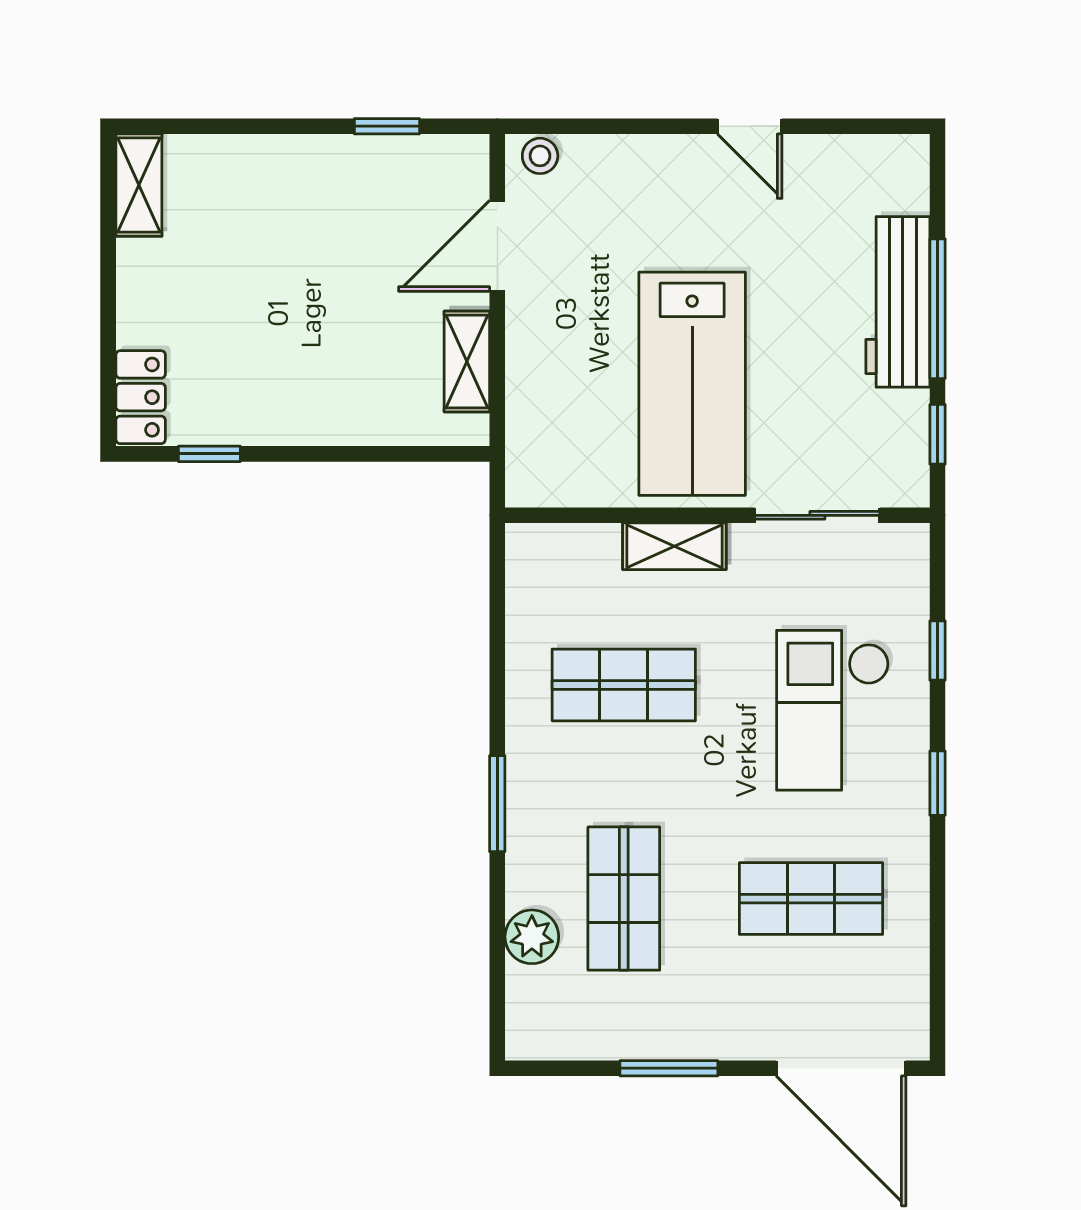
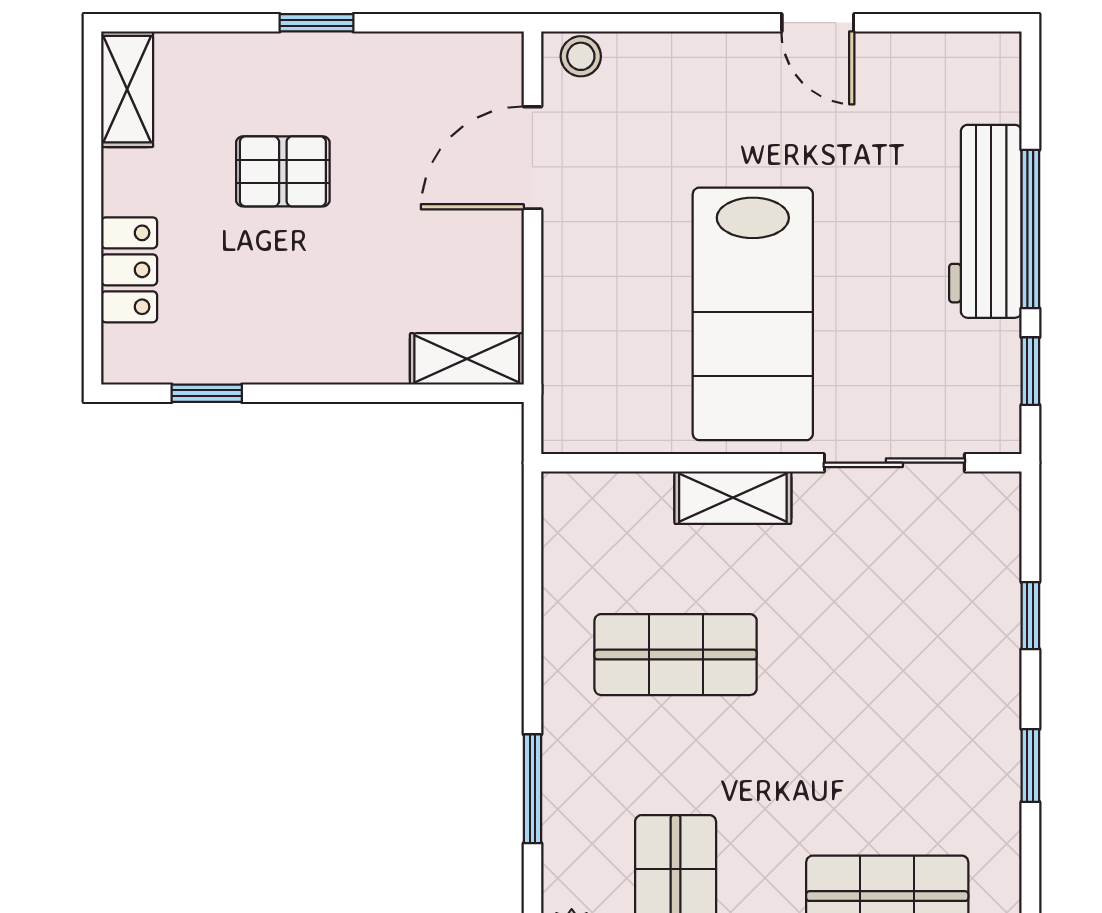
window: (387, 126) -> (317, 23), moved
pallet: (277, 258) -> (283, 171), added
shelving: (467, 361) -> (467, 359), moved, turned 90
locker: (141, 397) -> (129, 270), moved
checkout: (833, 710) -> (912, 683), removed

